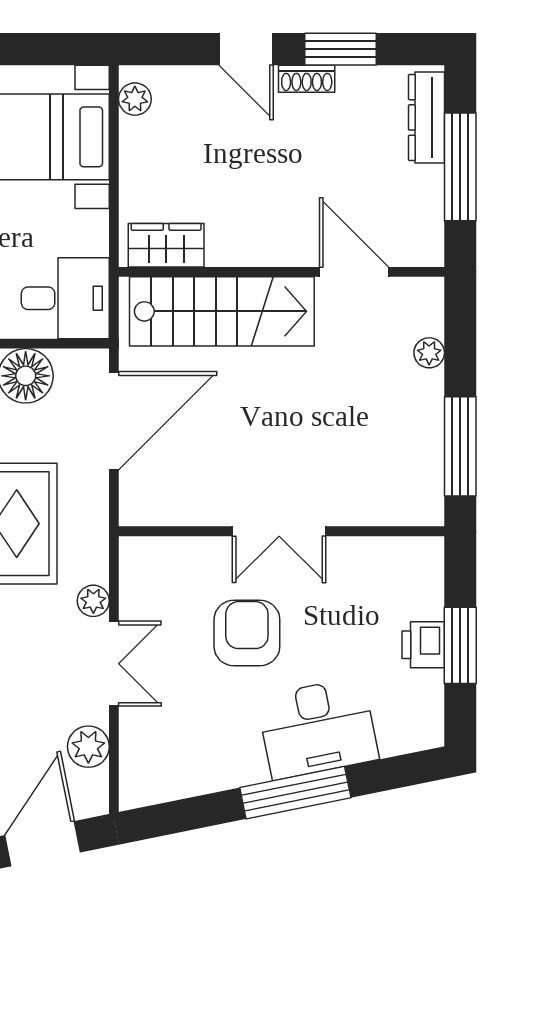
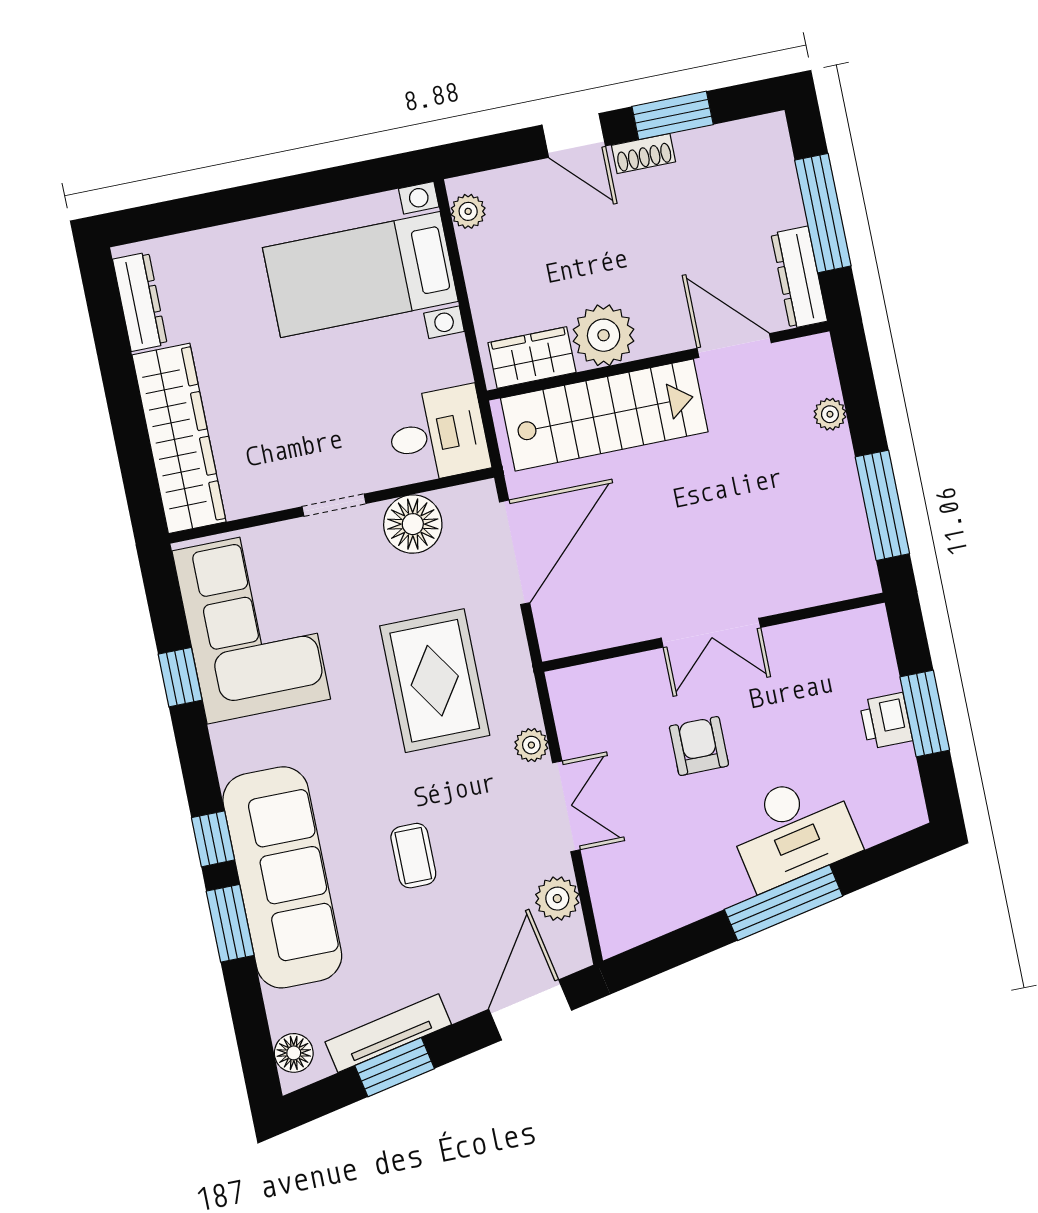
dresser: (426, 117) -> (799, 277), moved
plant: (236, 238) -> (604, 335), added
armchair: (247, 633) -> (699, 746), width x0.72, depth x0.72

